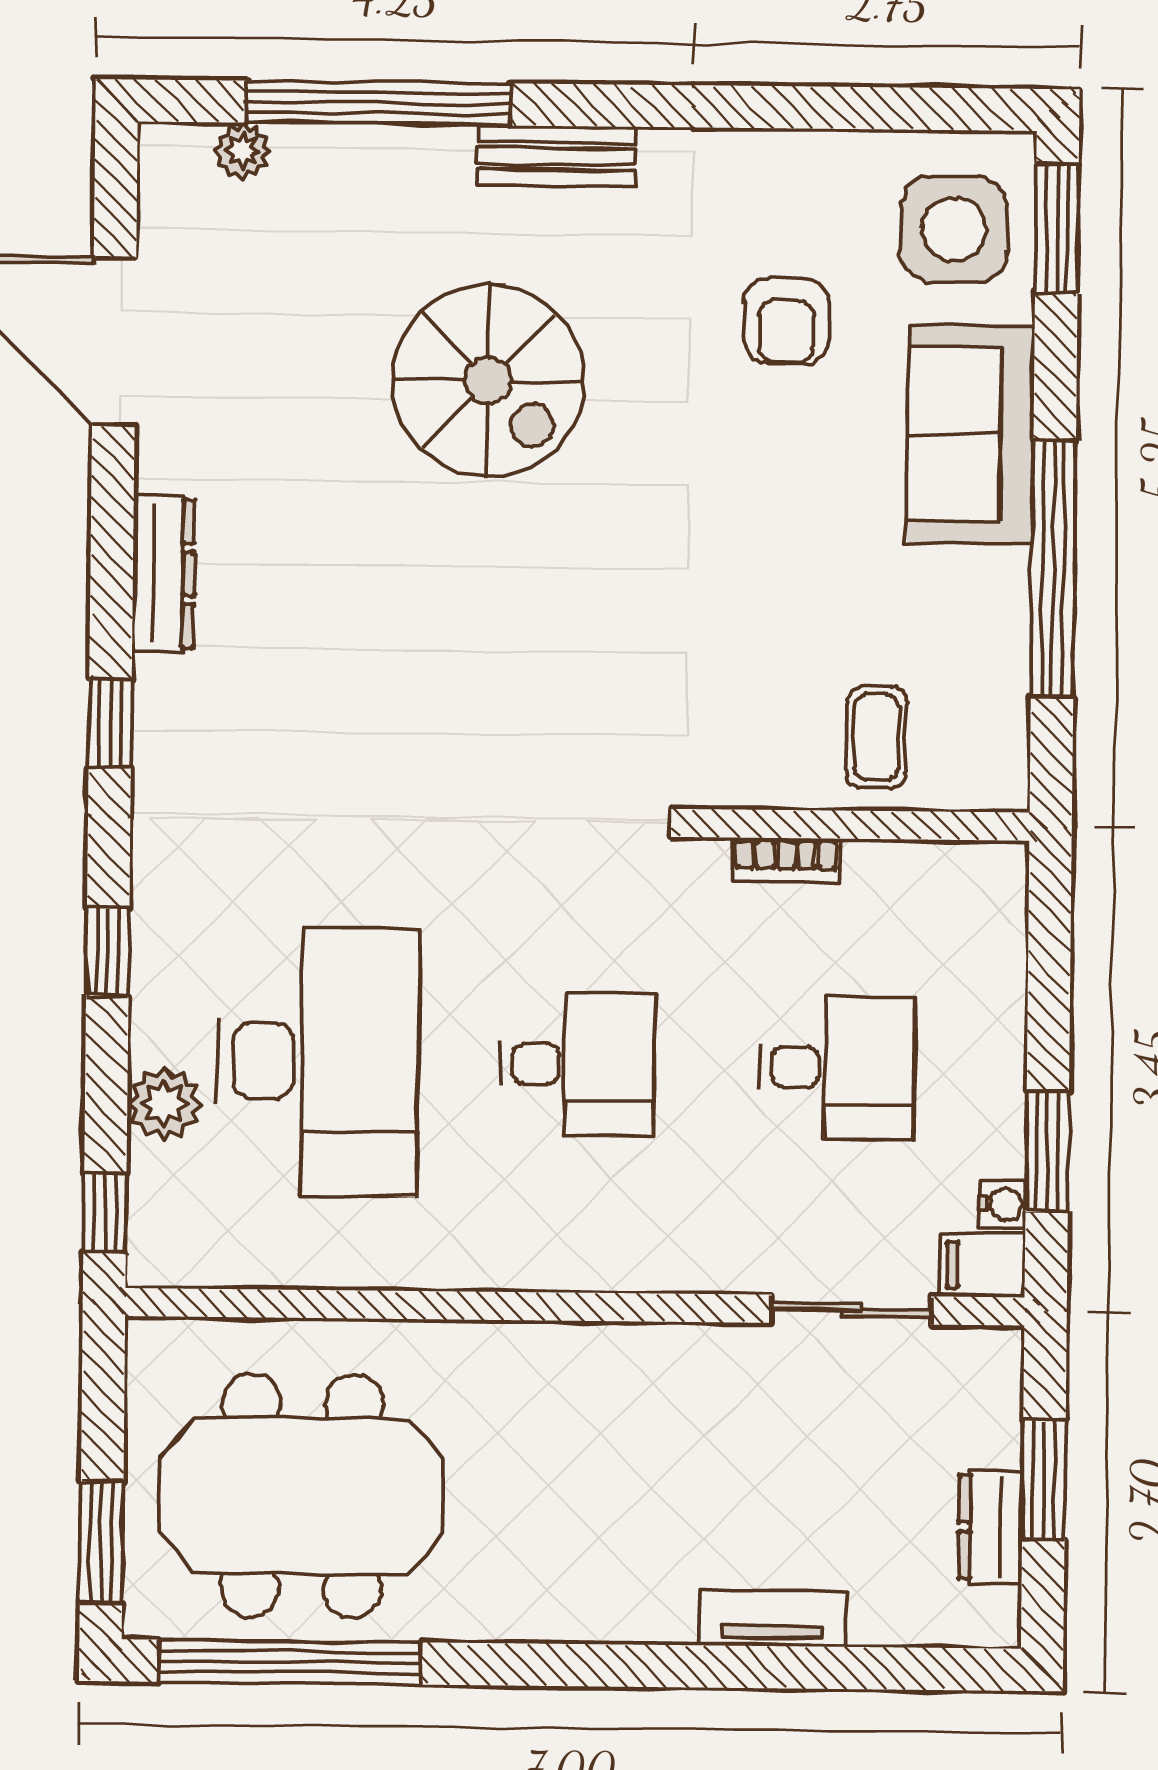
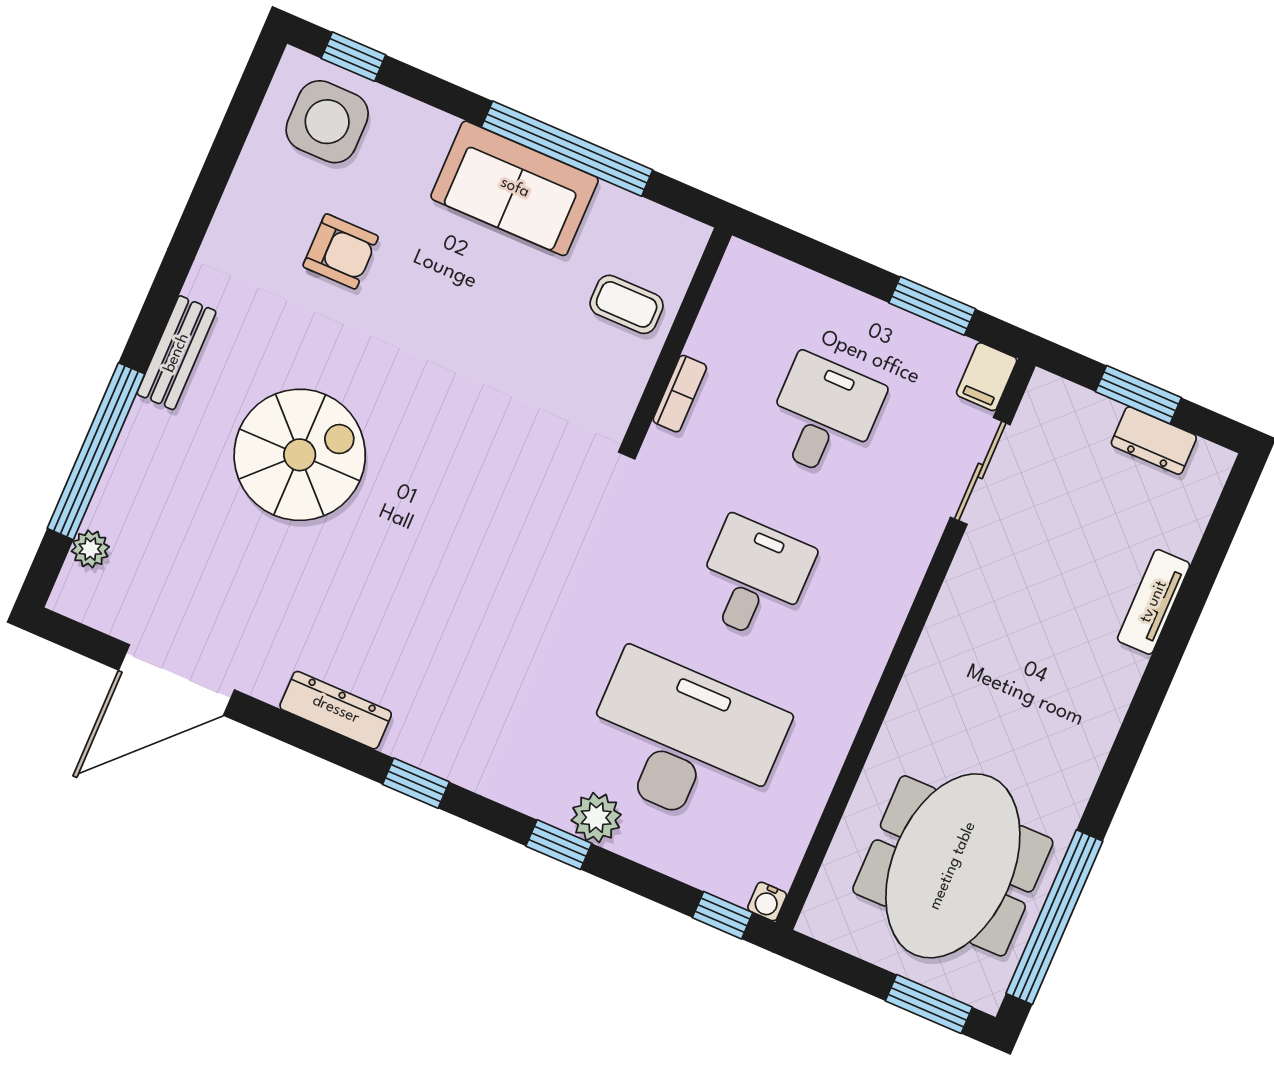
window: (1057, 228) -> (353, 57), width x0.67
sofa: (971, 434) -> (515, 188), moved
plant: (164, 1104) -> (596, 818), moved
water cooler: (1002, 1204) -> (767, 901), moved, turned 180

